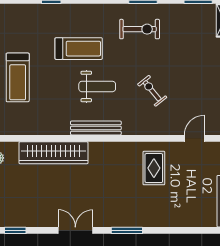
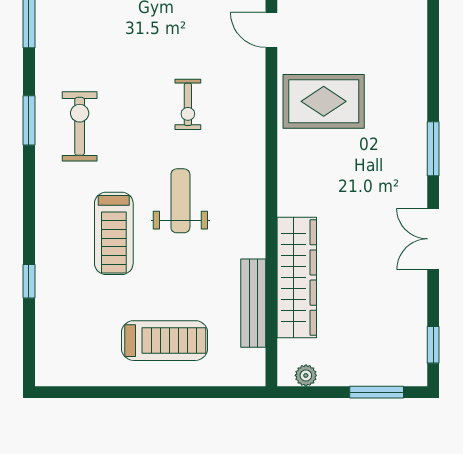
treadmill: (79, 49) -> (114, 233), turned 180
exercise bike: (152, 91) -> (188, 104), turned -51
bench: (96, 128) -> (253, 303), moved
rug: (154, 168) -> (324, 101), width x1.36, depth x1.43

